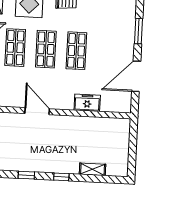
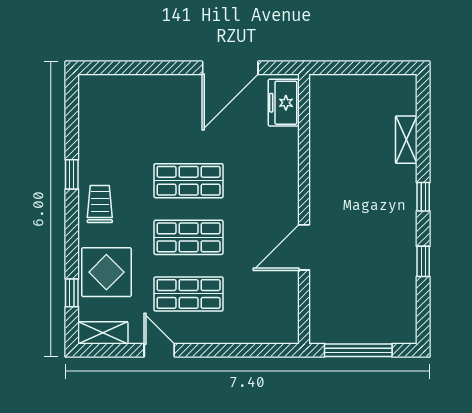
window: (138, 31) -> (147, 68), removed
door: (136, 76) -> (230, 68), hinge flipped
freezer: (87, 103) -> (284, 103), moved

